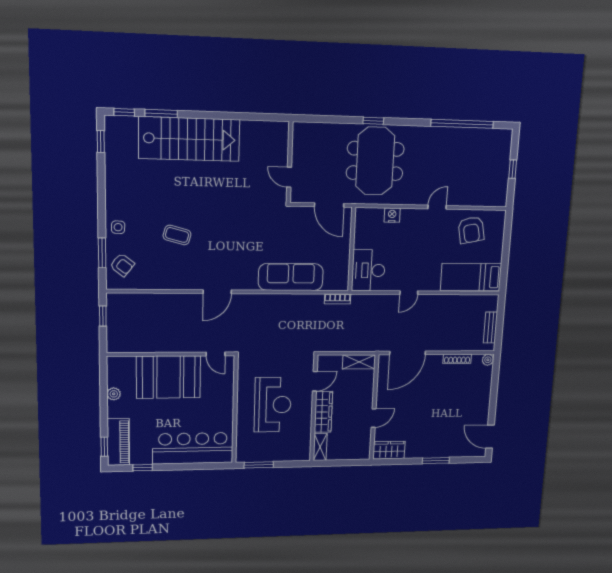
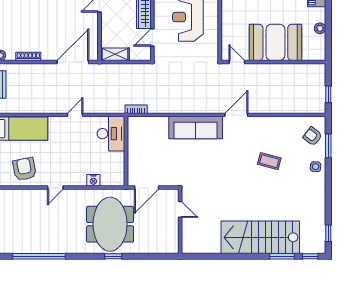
door: (329, 205) -> (147, 188), swing flipped
sofa: (291, 277) -> (196, 128), moved

